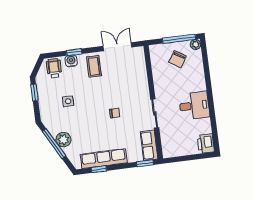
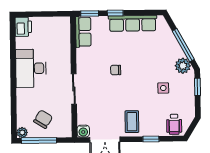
water cooler: (71, 61) -> (83, 131), moved
window: (34, 93) -> (197, 87), moved
desk: (194, 106) -> (31, 68), width x1.37
sliding door: (155, 114) -> (74, 89), moved
plant: (63, 140) -> (183, 66), moved
window: (99, 169) -> (115, 13), moved

